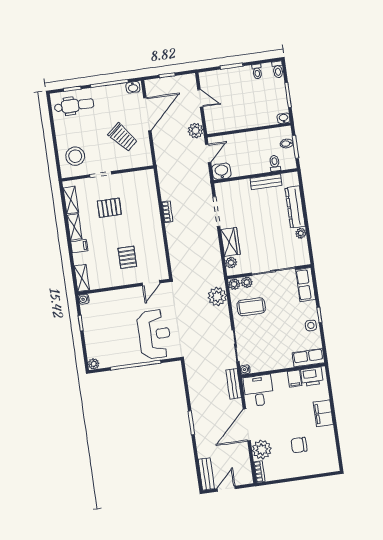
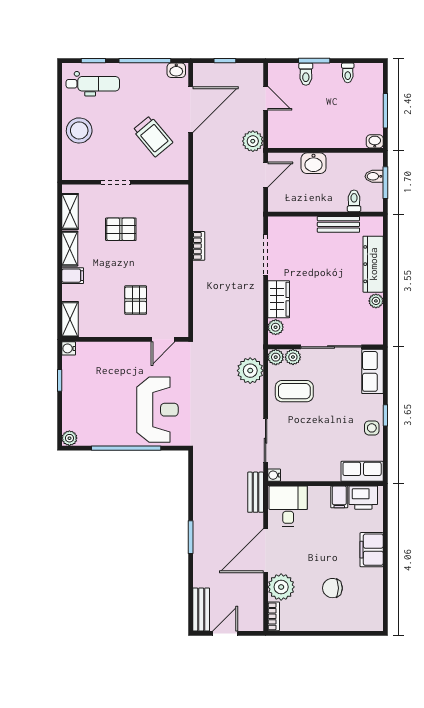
toilet: (278, 69) -> (306, 74), moved
stool: (75, 156) -> (79, 130), moved
washbasin: (222, 171) -> (314, 163), moved, turned 180

